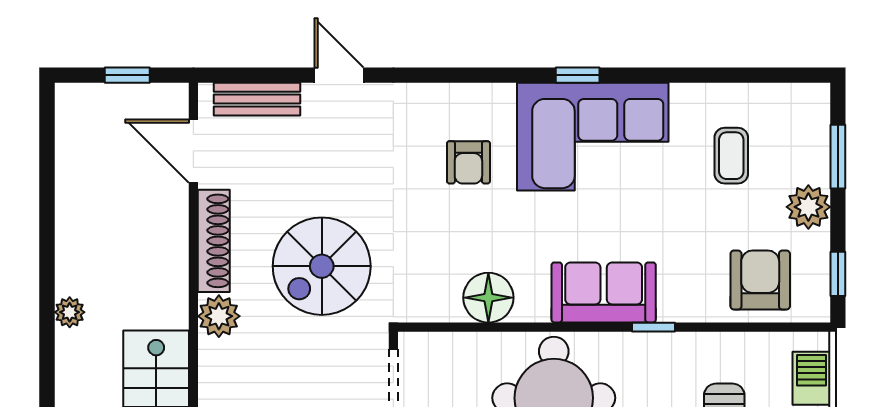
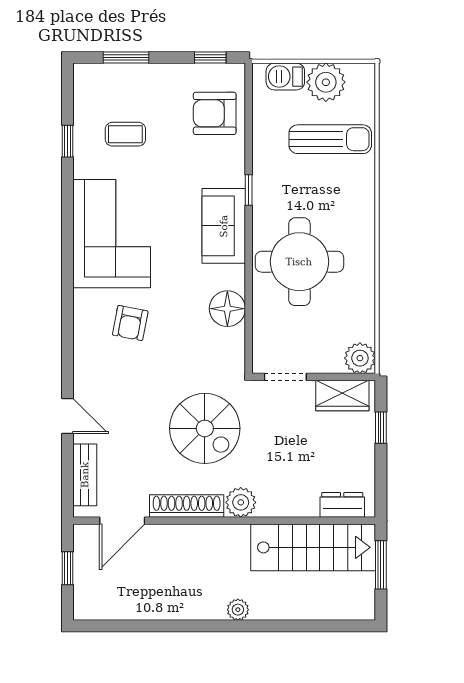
door: (339, 75) -> (67, 416), swing flipped
window: (578, 75) -> (67, 141), moved
armchair: (468, 162) -> (130, 323), turned 101
plant: (808, 207) -> (162, 79), removed

